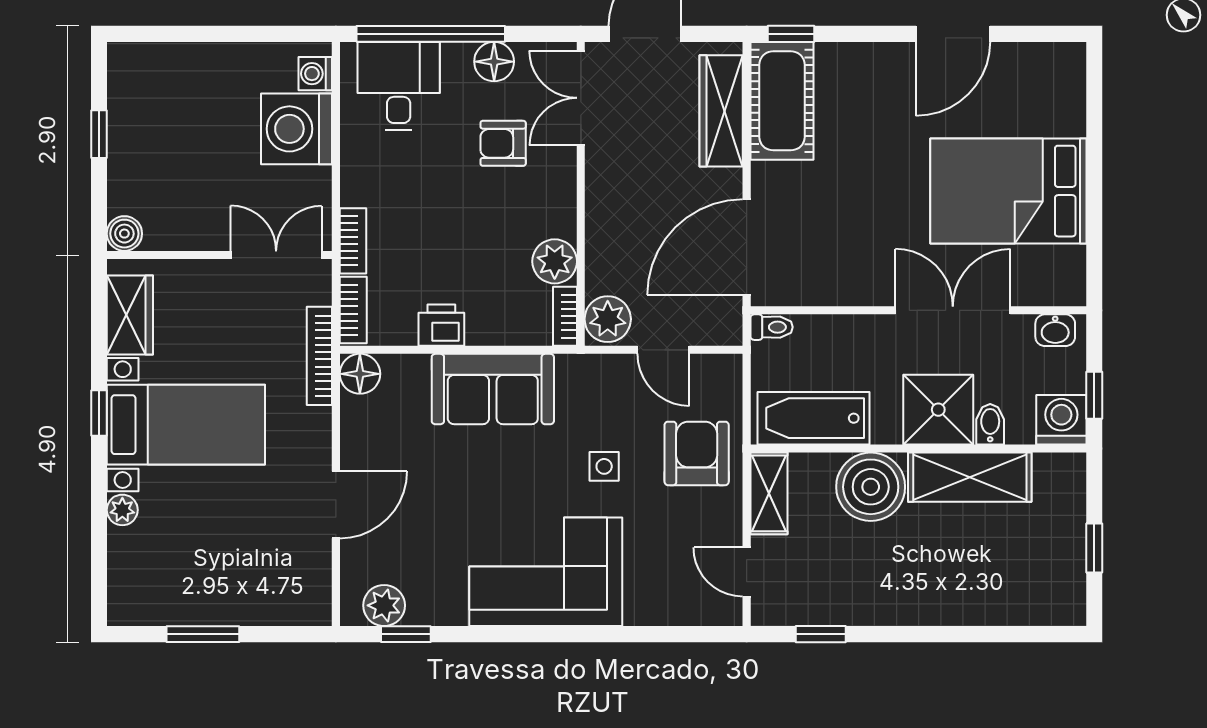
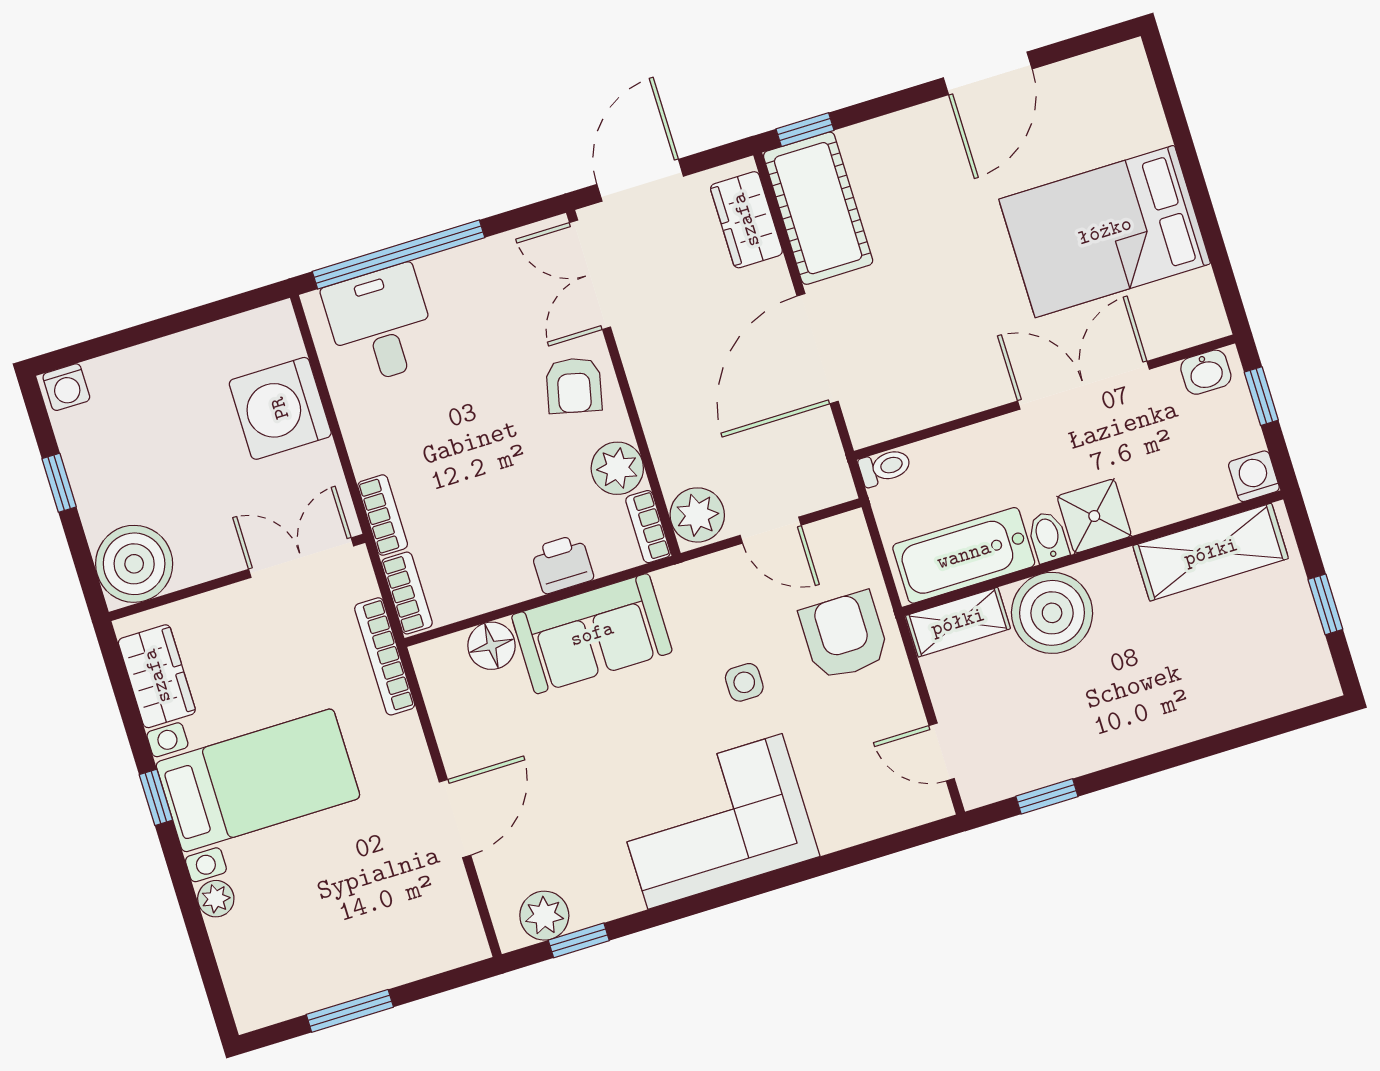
floor lamp: (494, 62) -> (480, 264), removed
washing machine: (315, 74) -> (66, 387), moved, turned -90
wardrobe: (721, 111) -> (746, 220), width x0.67
armchair: (503, 143) -> (574, 385), moved, turned -77
boiler: (124, 234) -> (134, 564), width x1.86, depth x1.86
door: (747, 247) -> (818, 349), moved
printer: (441, 325) -> (562, 564), moved
floor lamp: (360, 374) -> (492, 646), moved
window: (1094, 395) -> (1261, 396), moved
shower: (938, 410) -> (1094, 516), width x0.73, depth x0.73
washing machine: (1061, 420) -> (1254, 476), width x0.73, depth x0.73
bidet: (990, 424) -> (1048, 537), moved
shelving: (970, 477) -> (1211, 552), moved
shelving: (769, 493) -> (958, 622), moved, turned 90

